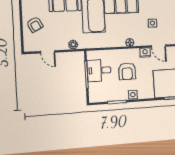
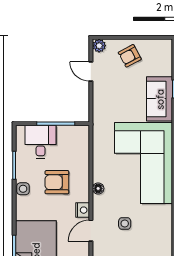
plant: (73, 45) -> (99, 46), moved
door: (48, 52) -> (91, 72), hinge flipped
desk: (99, 70) -> (41, 142), moved

